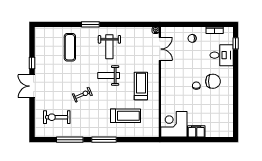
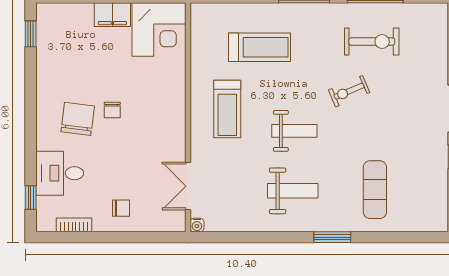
weight bench: (109, 47) -> (293, 191), turned 90
chair: (213, 81) -> (78, 119), turned 97
treadmill: (125, 116) -> (259, 47), turned 180
exercise bike: (57, 117) -> (372, 42), moved
window: (236, 122) -> (31, 34), added

